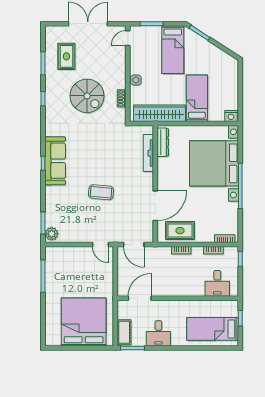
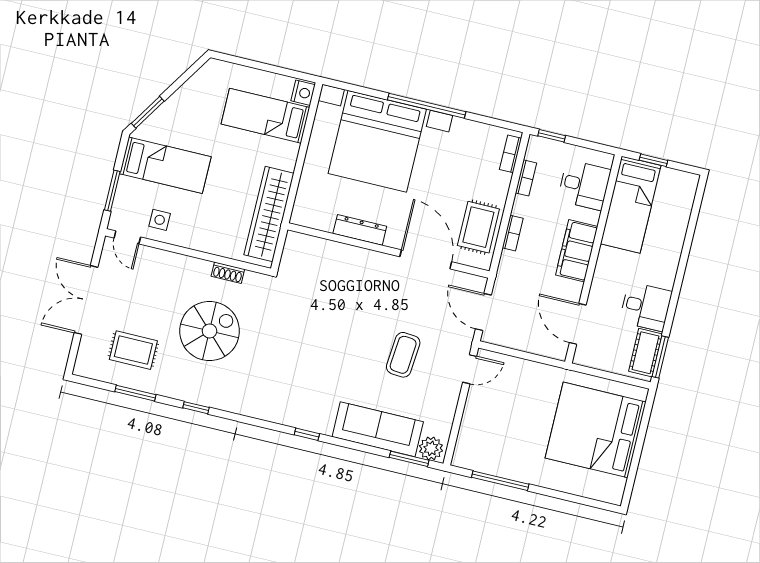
side table: (136, 80) -> (160, 220), moved
bed: (197, 98) -> (265, 116), moved
dresser: (163, 142) -> (360, 230), moved
tv unit: (148, 153) -> (333, 250), removed
sofa: (55, 161) -> (378, 429), moved
coffee table: (101, 192) -> (403, 355), moved
door: (134, 245) -> (483, 312), swing flipped
filing cabinet: (180, 288) -> (577, 251), added
bed: (213, 329) -> (631, 205), moved
cot: (124, 332) -> (645, 353), moved, turned 90

